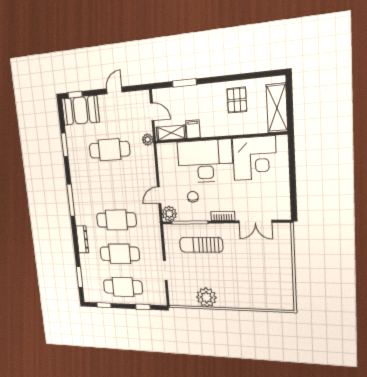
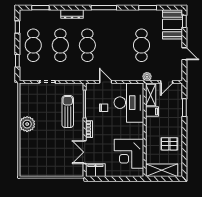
desk: (205, 161) -> (129, 103), moved
filing cabinet: (281, 206) -> (95, 170), added
plant: (169, 214) -> (91, 89), removed
plant: (206, 297) -> (27, 124), moved

